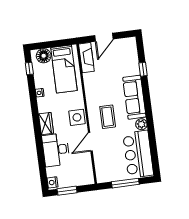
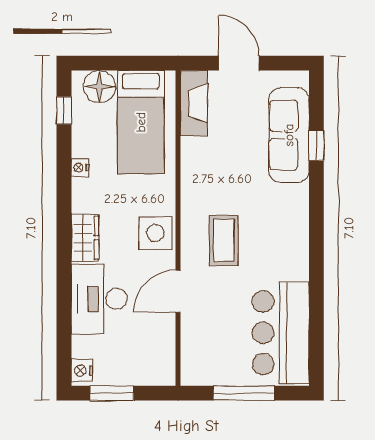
door: (104, 37) -> (239, 63), swing flipped
sofa: (134, 97) -> (289, 135), moved
plant: (141, 124) -> (297, 267), removed

